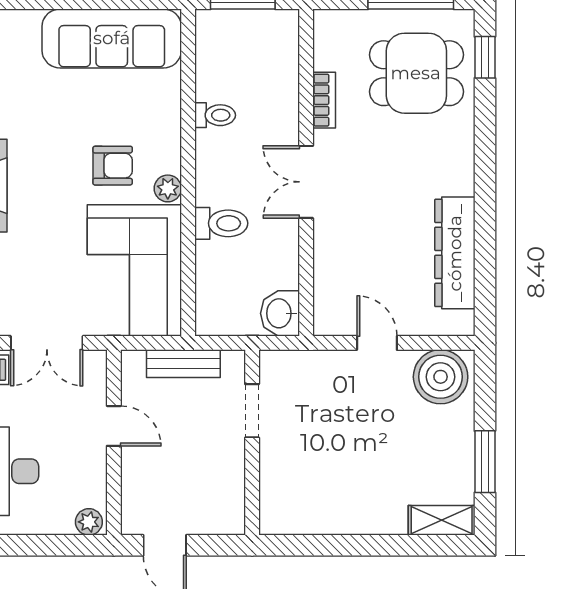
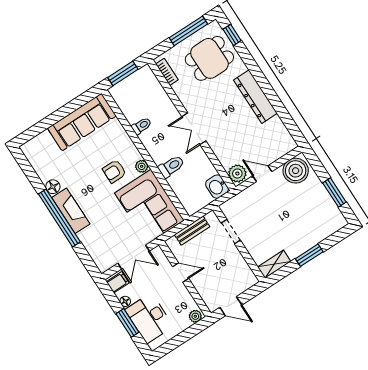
bookcase: (324, 100) -> (167, 72), moved
armchair: (113, 166) -> (114, 171), turned 180
dresser: (455, 253) -> (255, 97), moved
plant: (332, 314) -> (237, 173), added
shelving: (442, 520) -> (274, 264), moved
window: (366, 545) -> (309, 255), added

